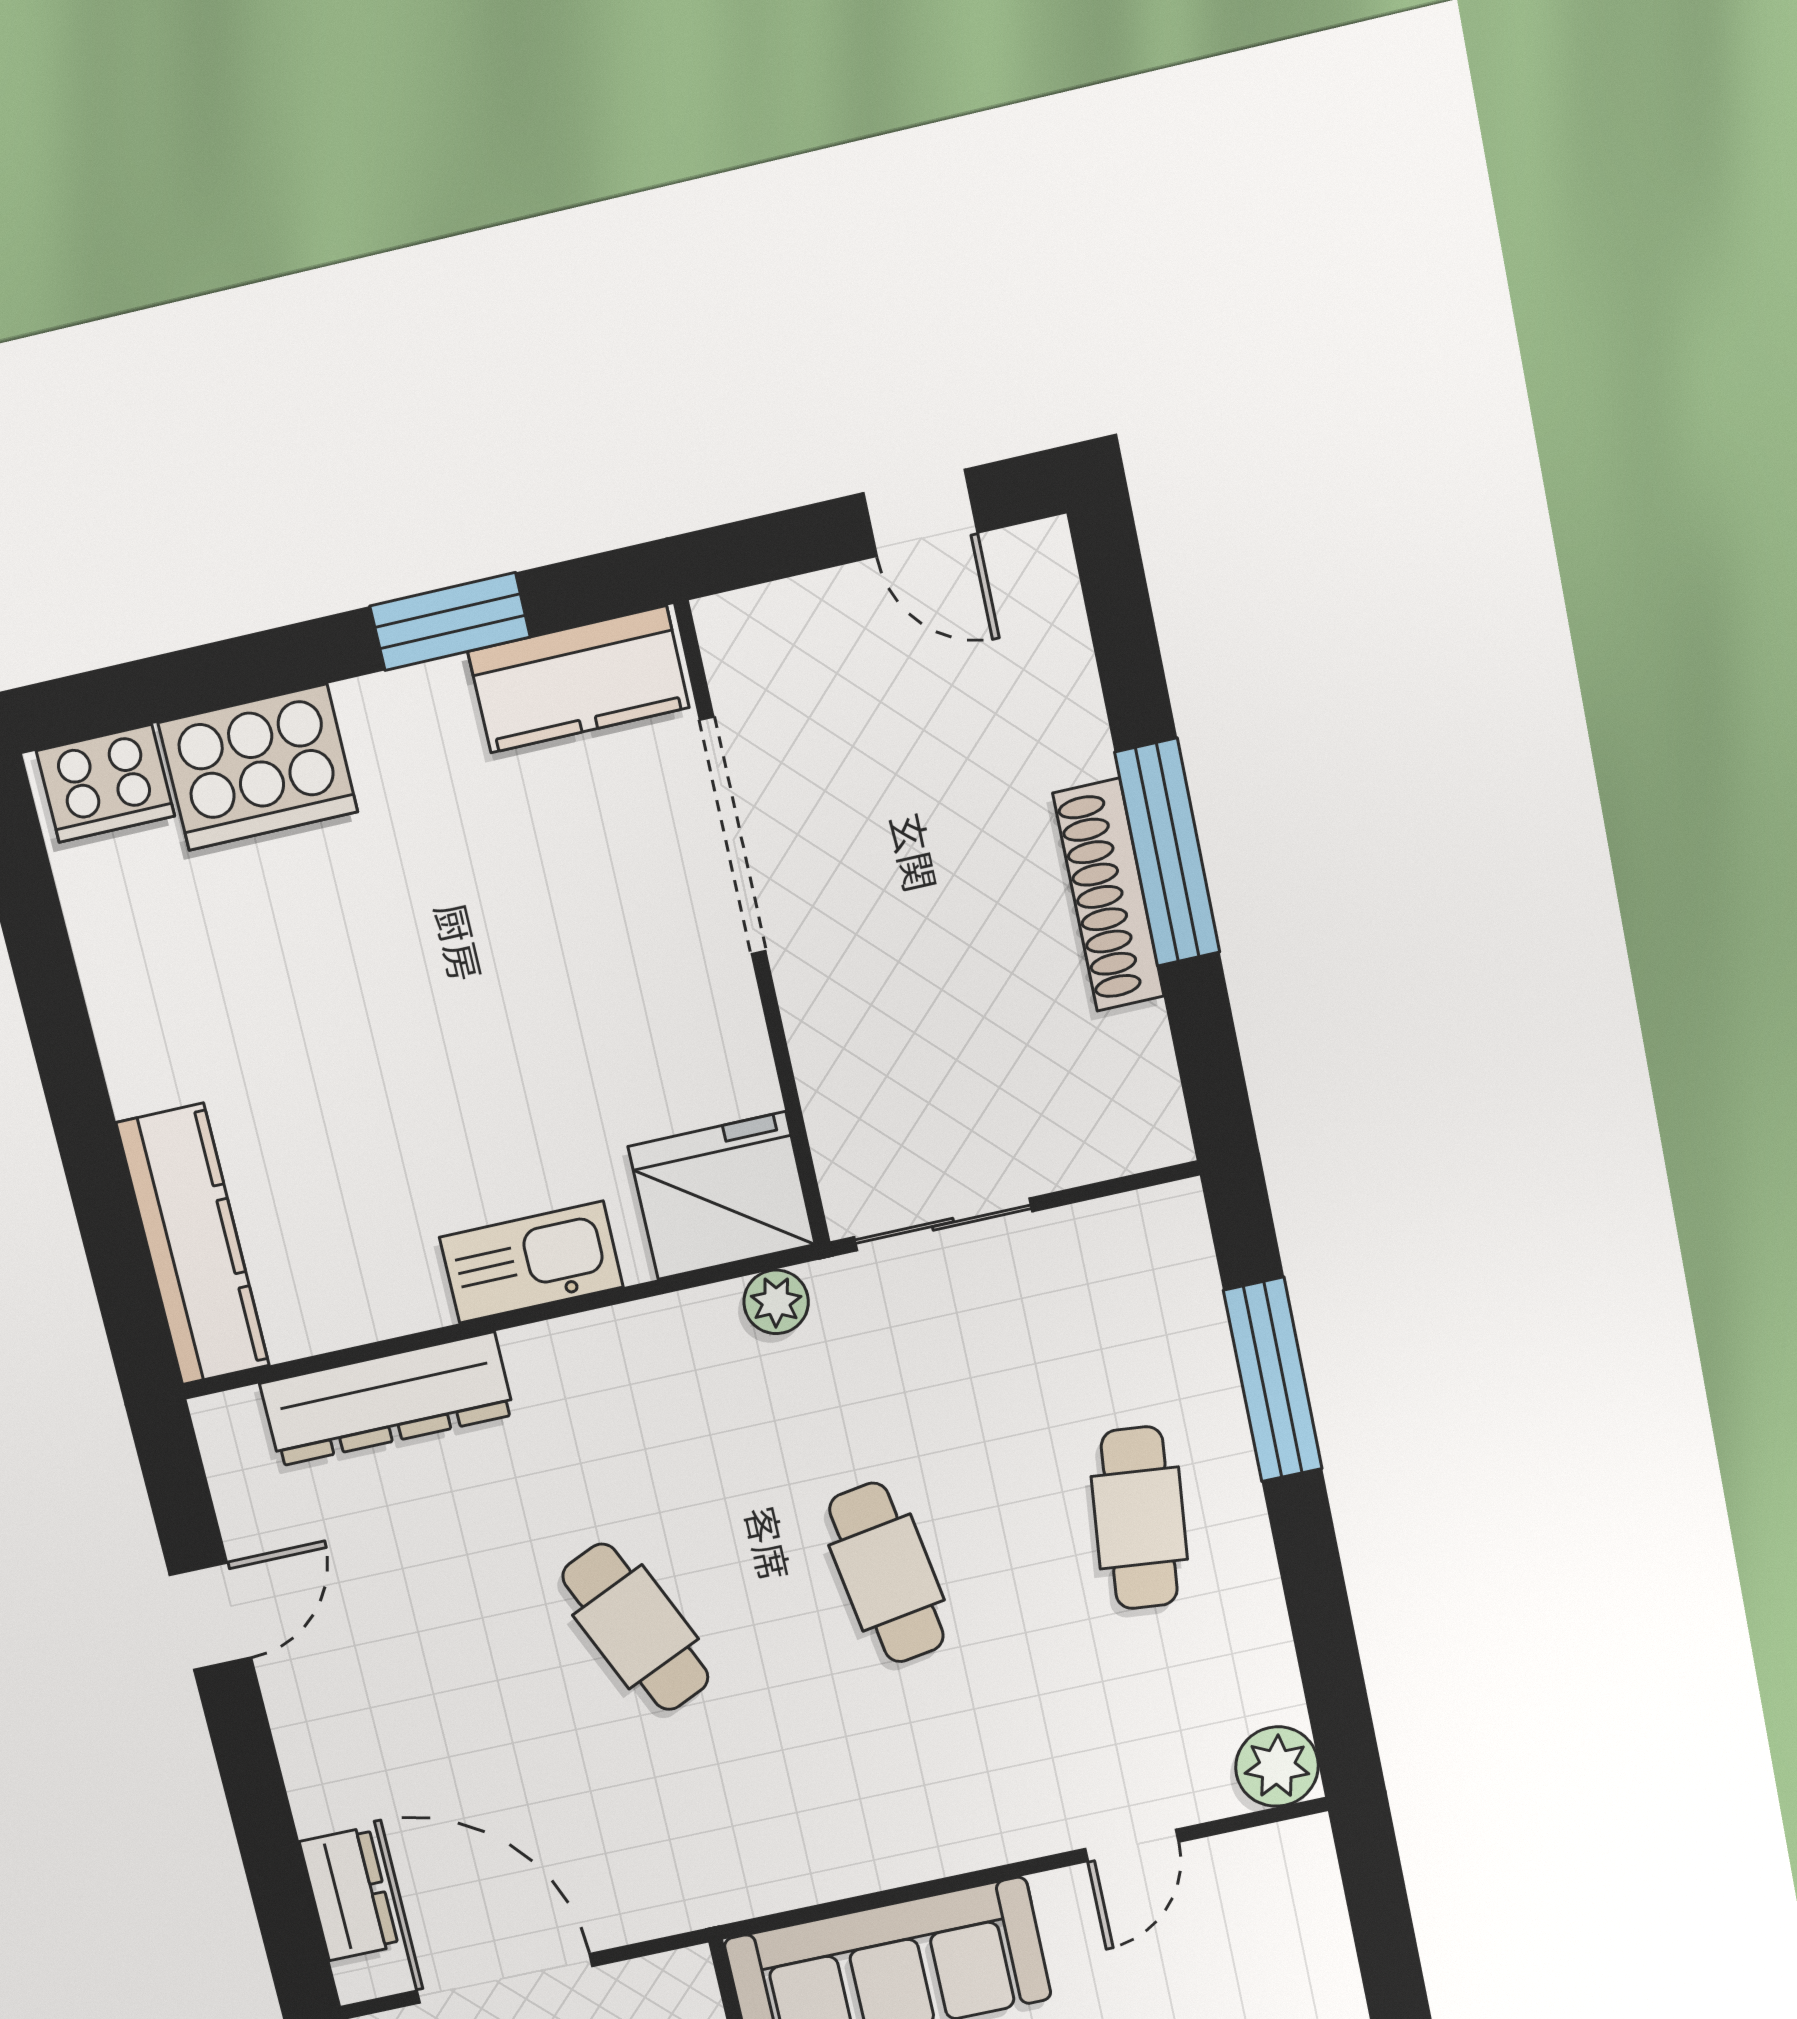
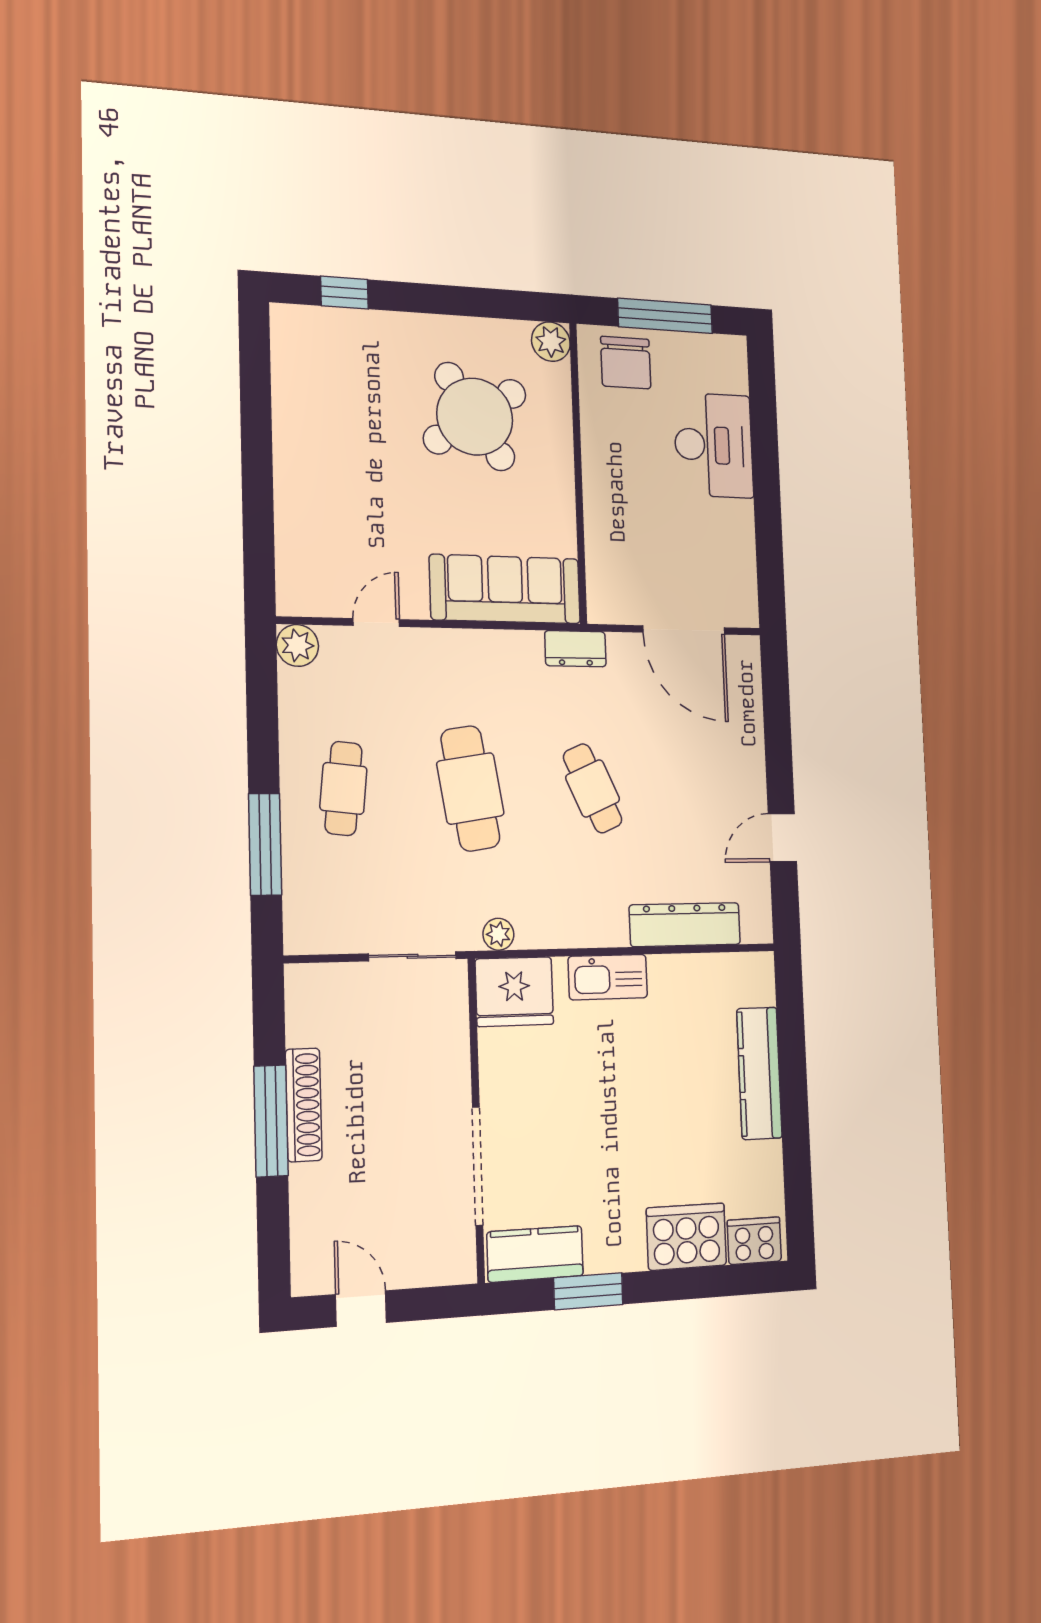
kitchen counter: (193, 1245) -> (759, 1073), moved
cafe table: (887, 1573) -> (470, 788), width x1.37, depth x1.35
dresser: (349, 1894) -> (575, 649), moved, turned -90

